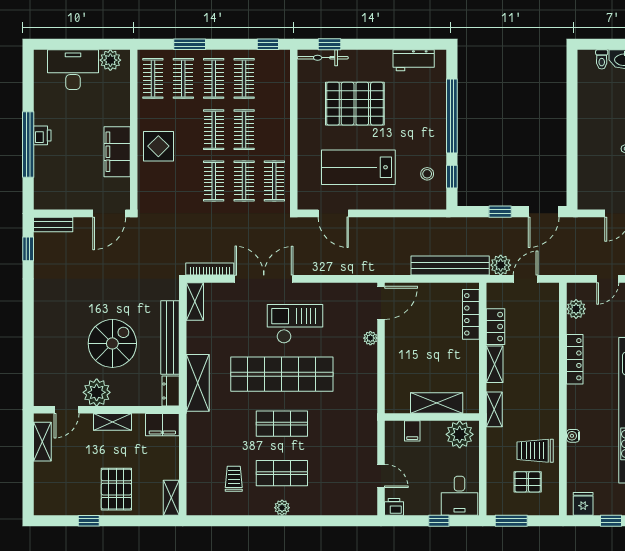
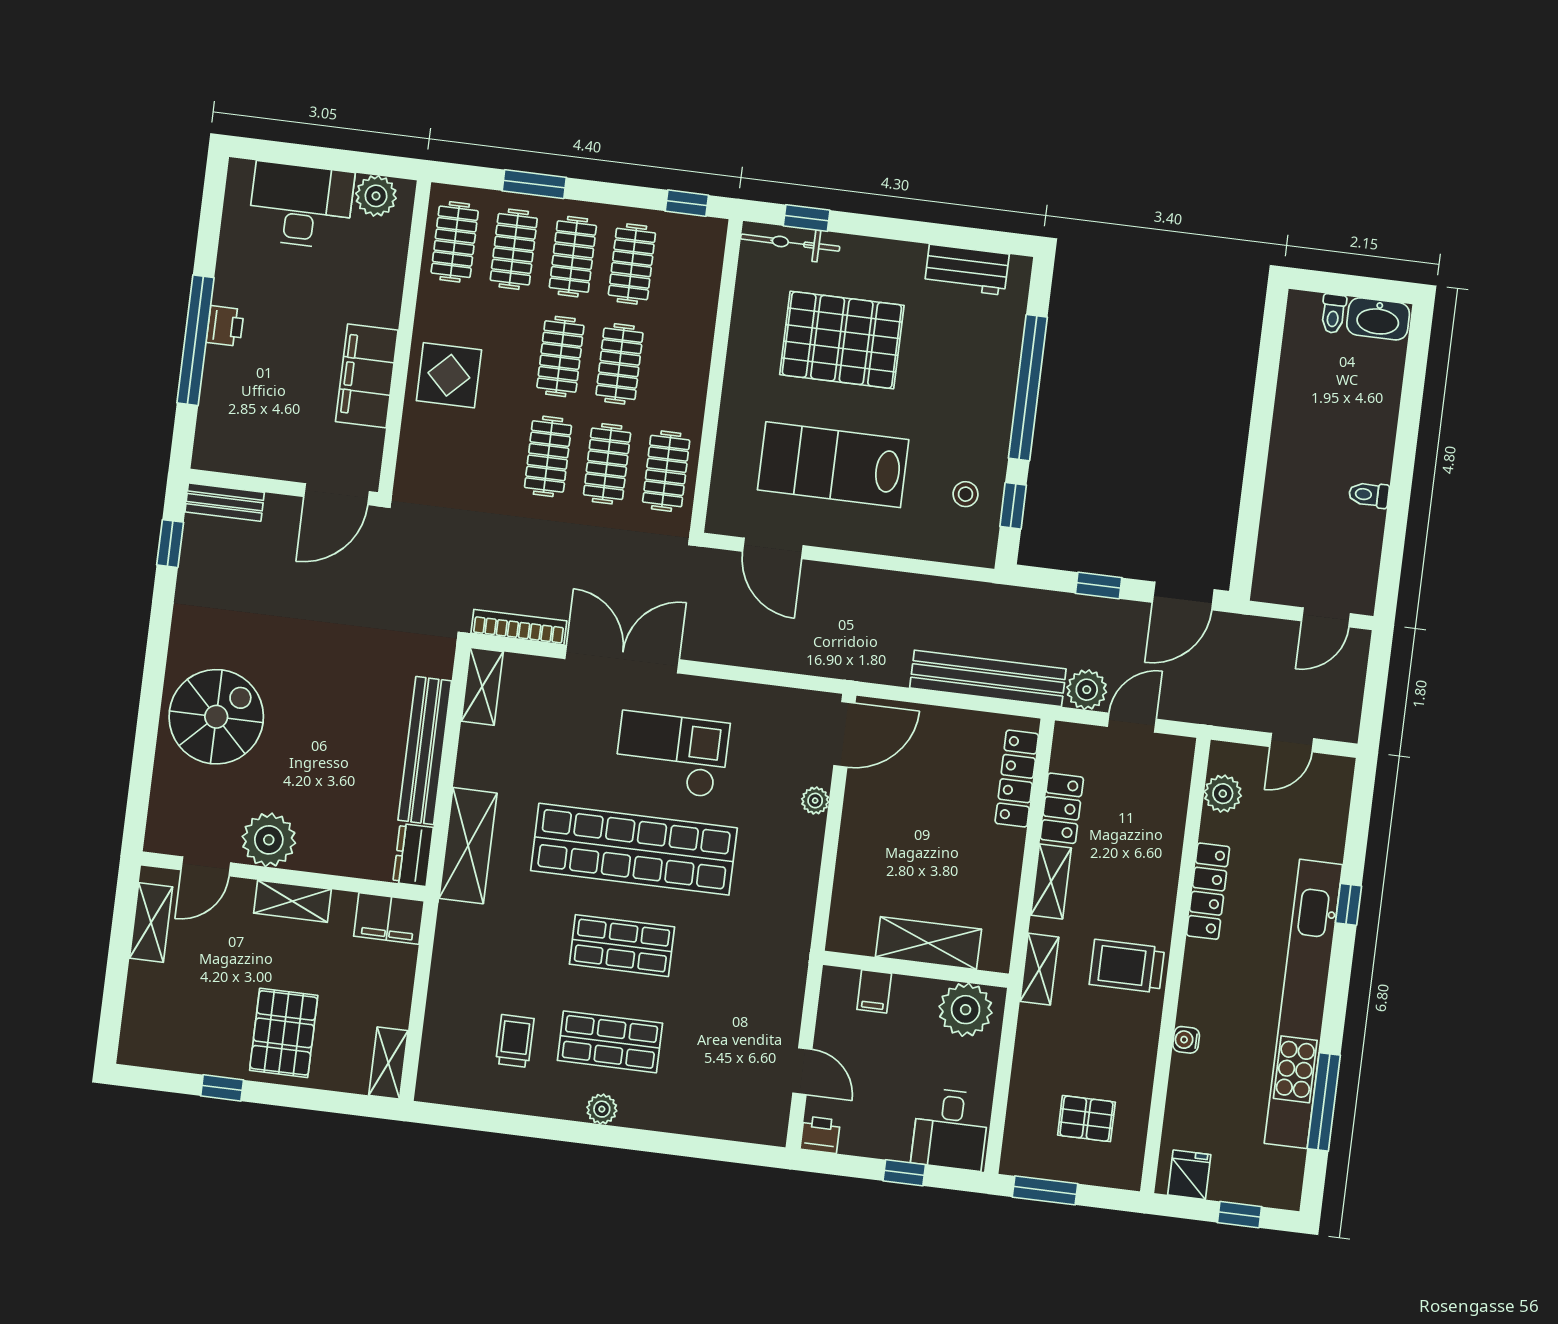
spiral stairs: (112, 343) -> (216, 717), moved
trolley: (535, 451) -> (1127, 966), moved

